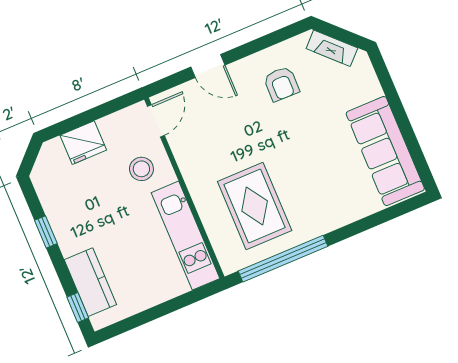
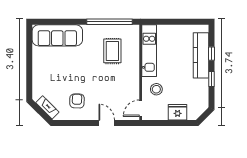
sofa: (385, 151) -> (57, 35), moved, turned 90
rug: (255, 206) -> (112, 51), width x0.73, depth x0.70
kitchen counter: (90, 282) -> (201, 55), width x1.50
window: (78, 307) -> (212, 54), moved

